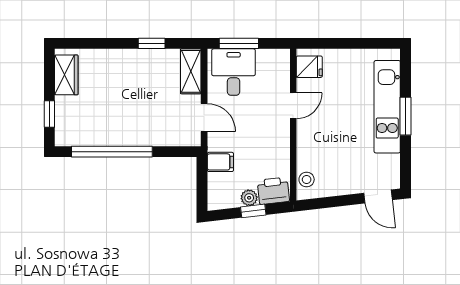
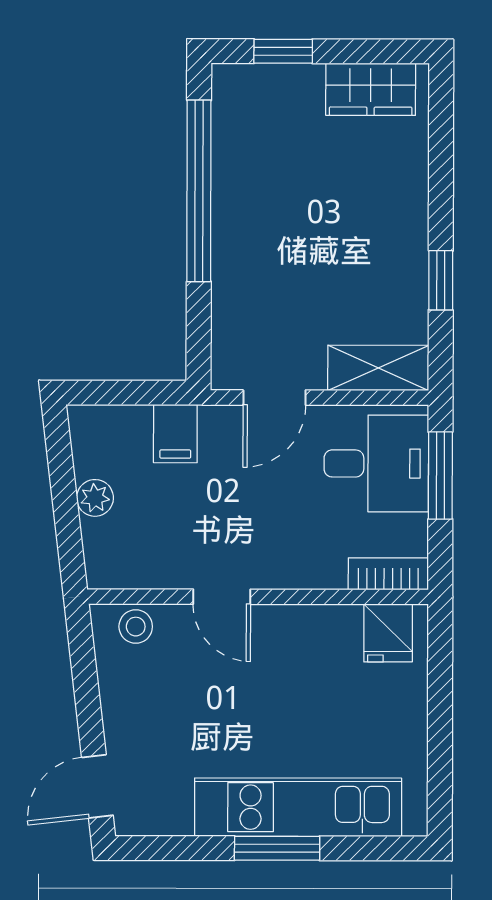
bookcase: (283, 67) -> (388, 574), added
door: (293, 106) -> (222, 597), moved
printer: (273, 191) -> (111, 552), removed
window: (253, 211) -> (66, 507), removed

